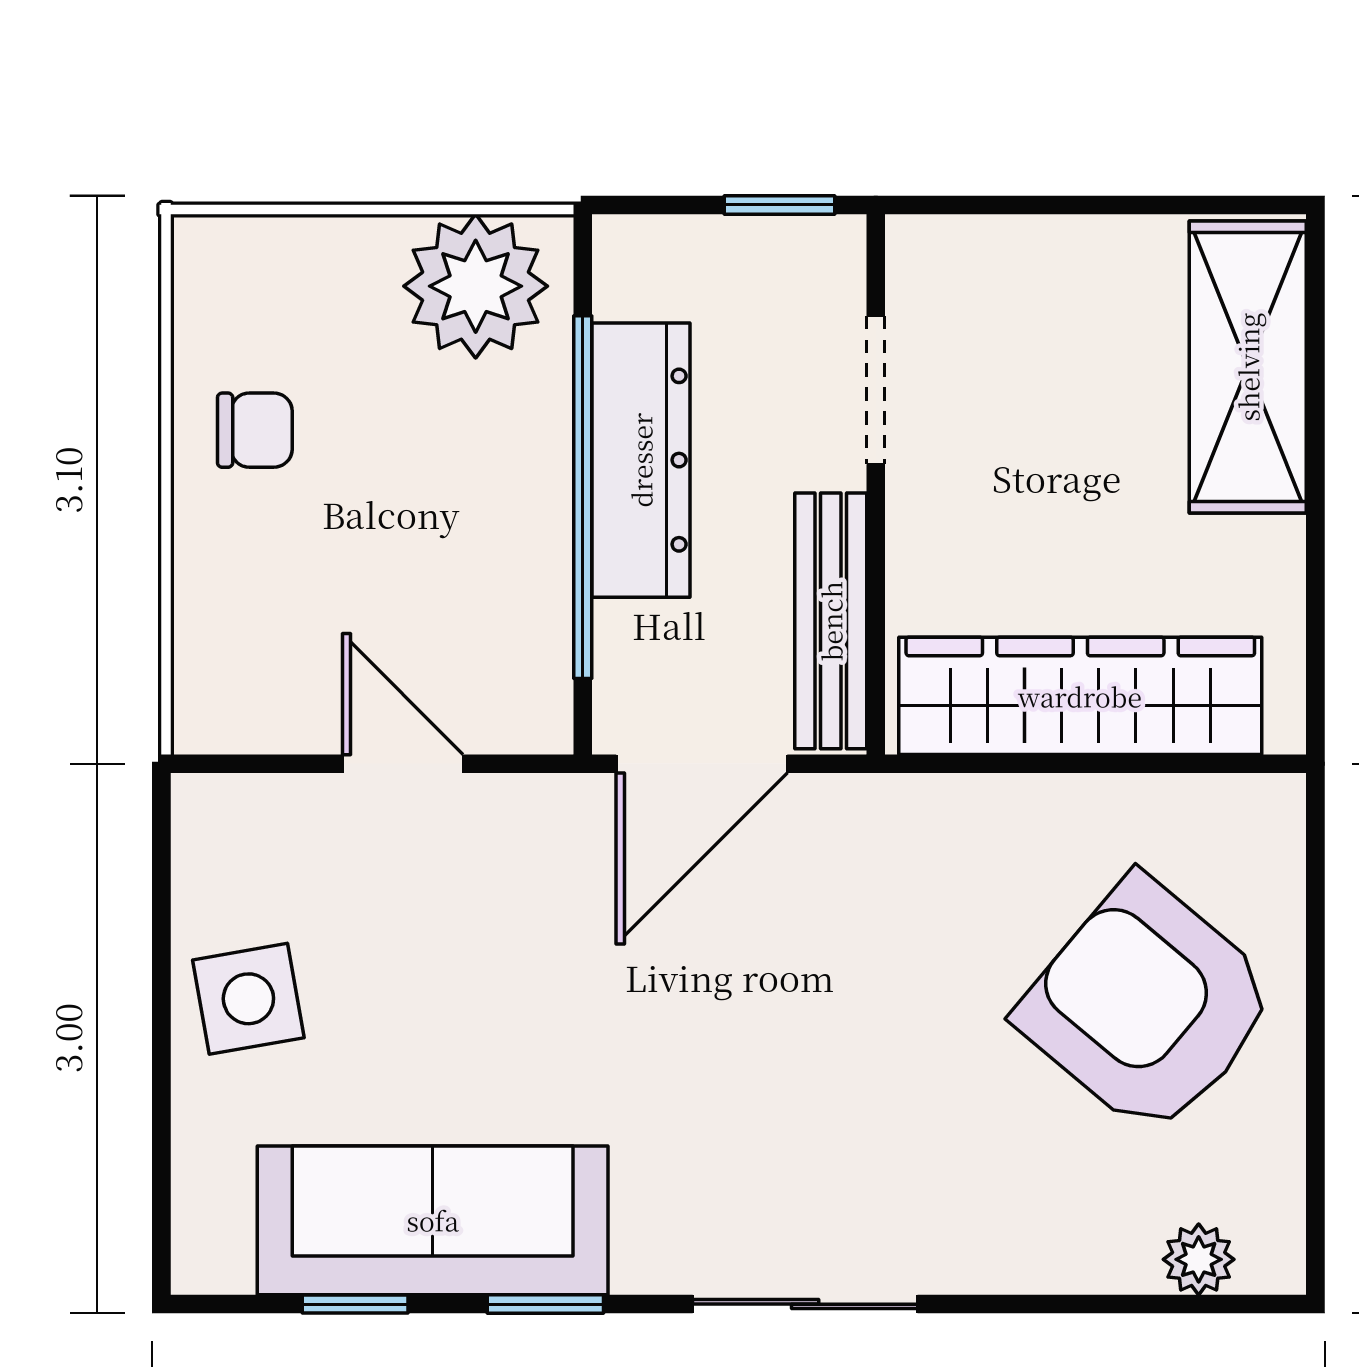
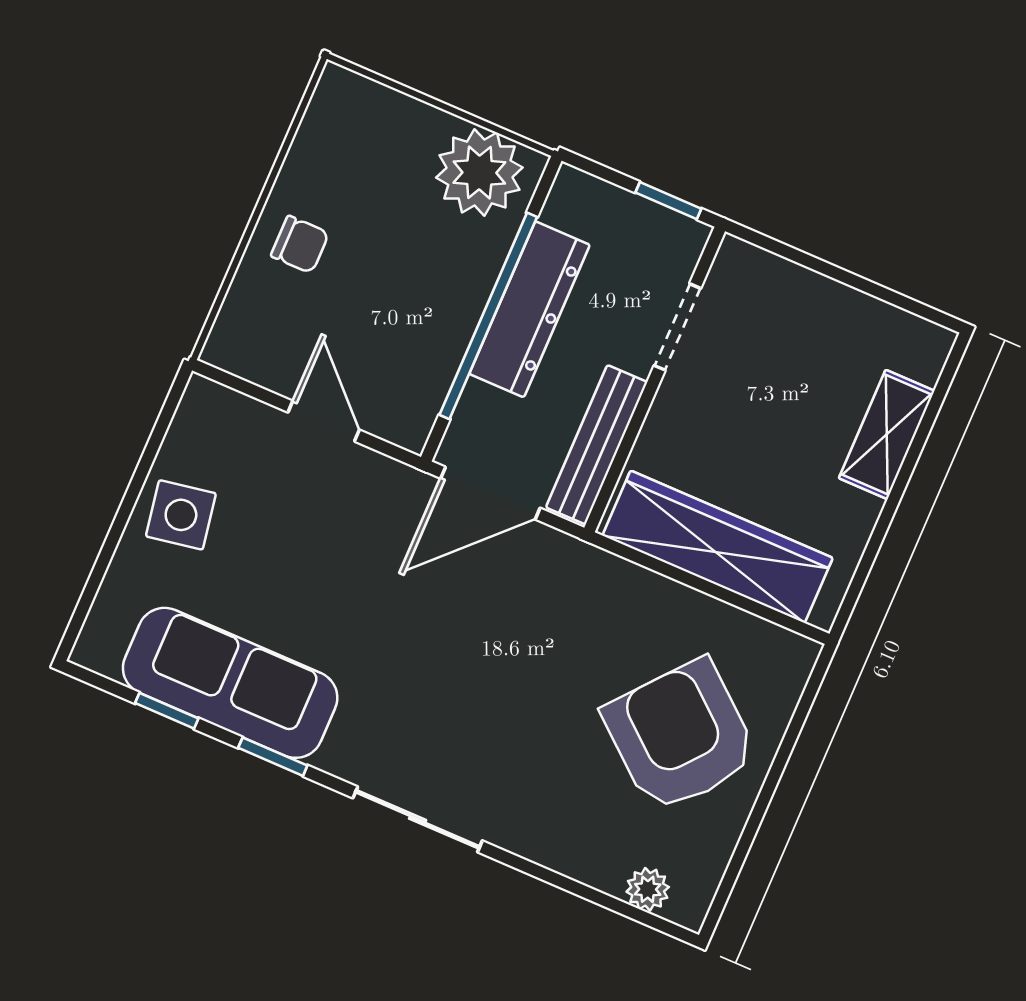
shelving: (1248, 367) -> (887, 434), width x0.67, depth x0.75
chair: (255, 430) -> (300, 244), moved

